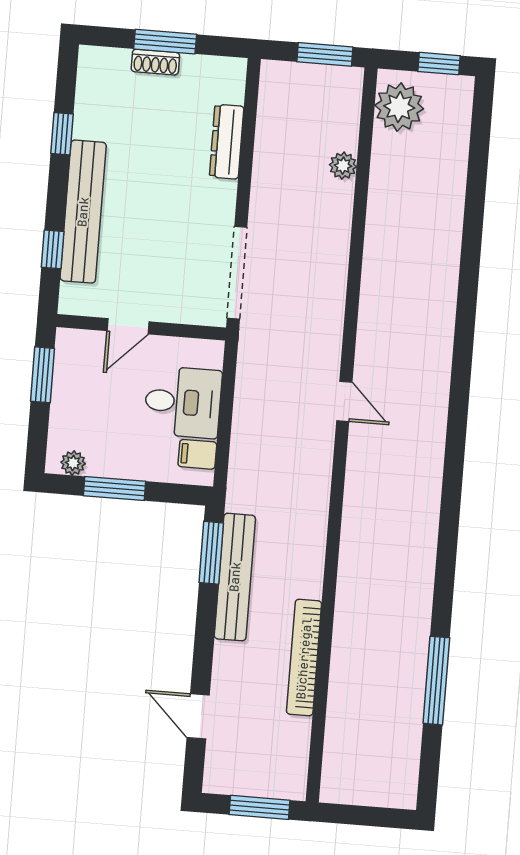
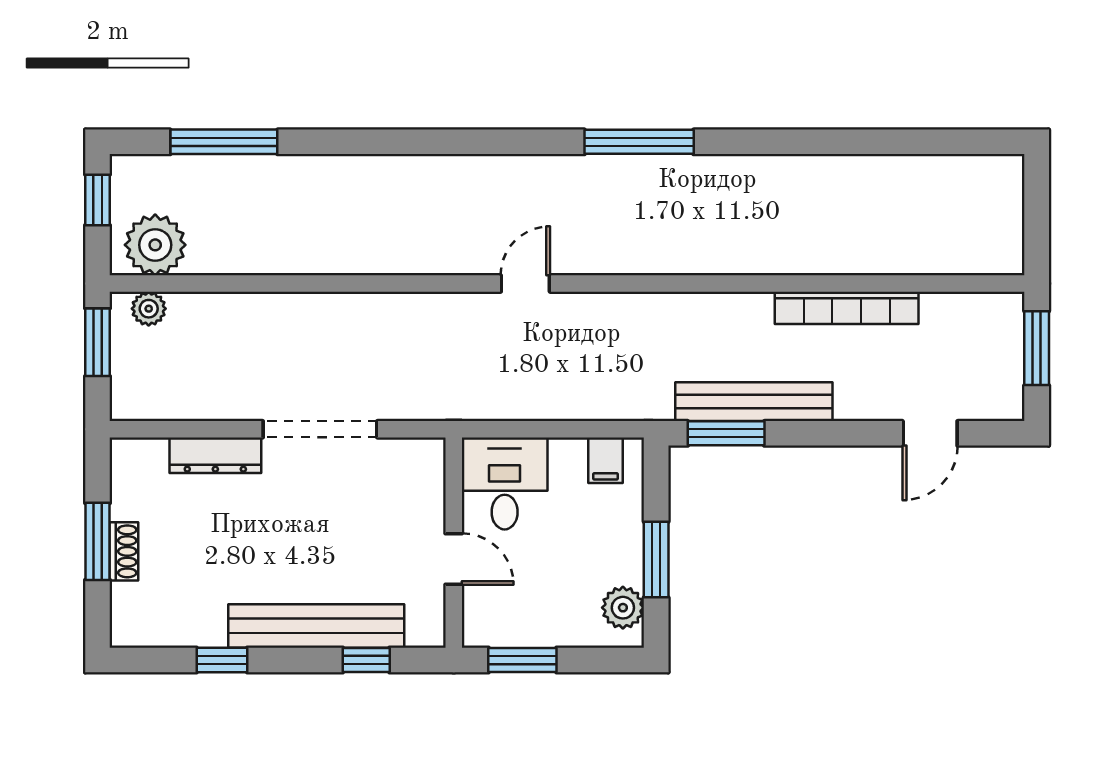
plant: (343, 166) -> (149, 309), moved
window: (477, 169) -> (224, 142), added
doorway: (237, 273) -> (320, 429), moved
desk: (183, 402) -> (505, 483), moved
plant: (73, 463) -> (623, 608), width x1.38, depth x1.38
window: (436, 681) -> (639, 142), moved

